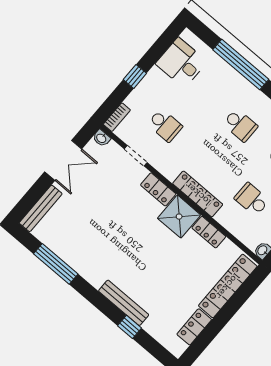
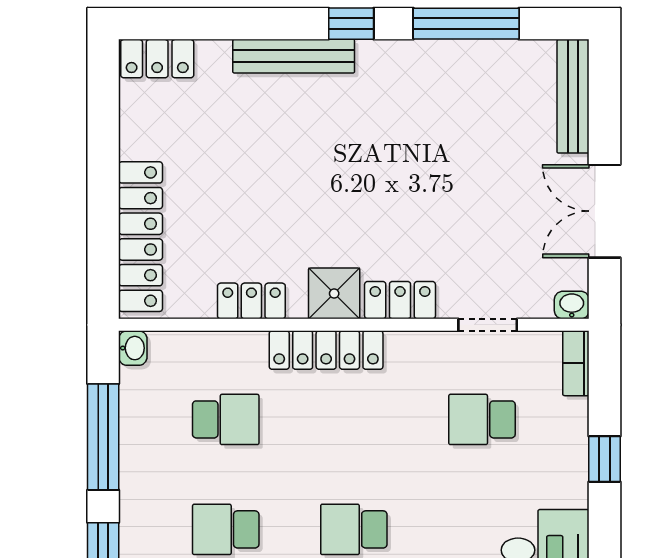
shower: (179, 217) -> (334, 293), width x0.73, depth x0.73
window: (129, 327) -> (351, 24), moved
locker: (194, 327) -> (157, 59), moved, turned 90

